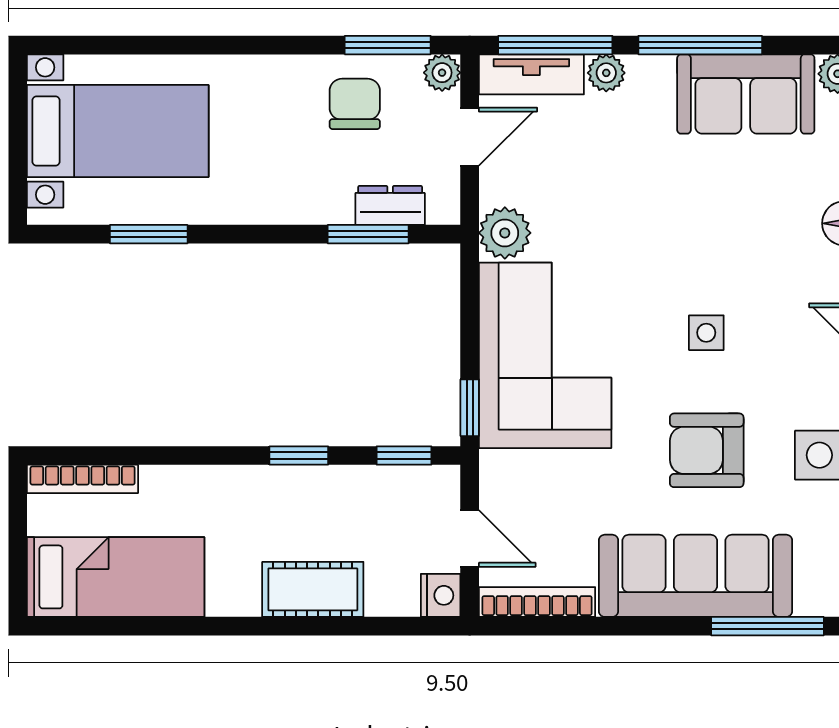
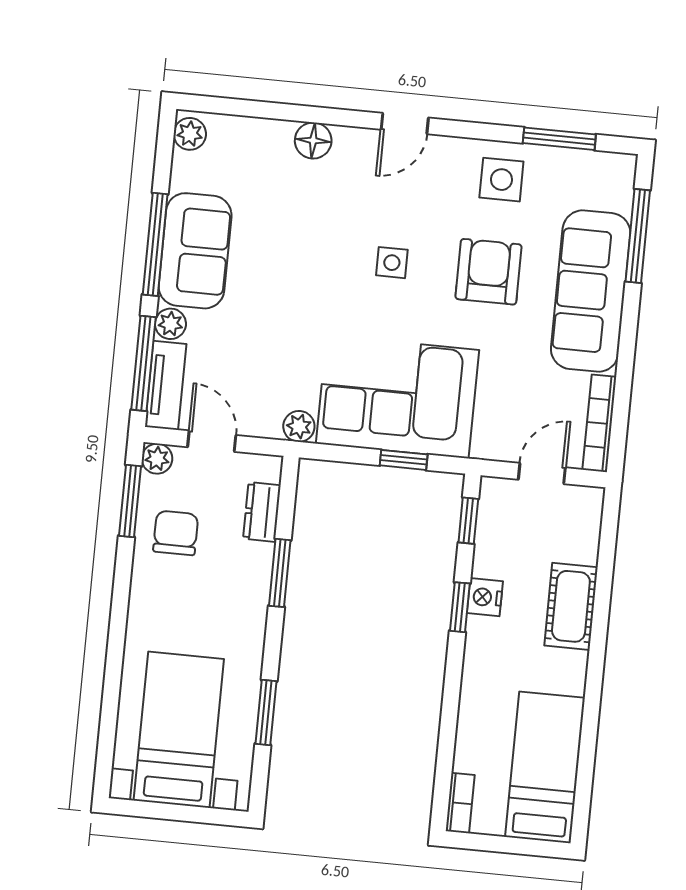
sofa: (746, 94) -> (195, 251), moved
chair: (355, 104) -> (176, 533), turned 90
plant: (505, 233) -> (299, 426), width x0.73, depth x0.73
window: (368, 234) -> (280, 573), moved
window: (470, 408) -> (404, 460), moved
armchair: (707, 450) -> (489, 272), turned 180
bookcase: (83, 479) -> (460, 803), width x0.64
nightstand: (441, 595) -> (485, 597), moved, turned -90

